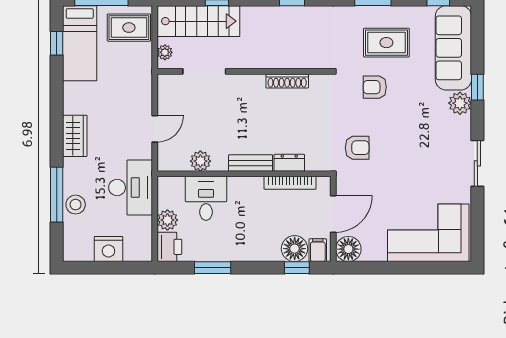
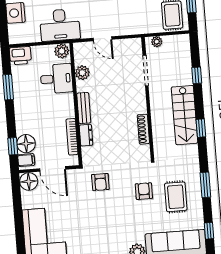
stairs: (198, 21) -> (185, 115), moved
plant: (167, 220) -> (62, 51), moved

